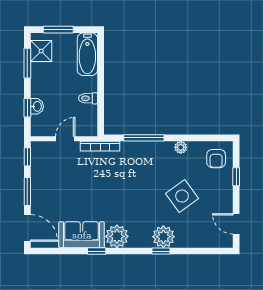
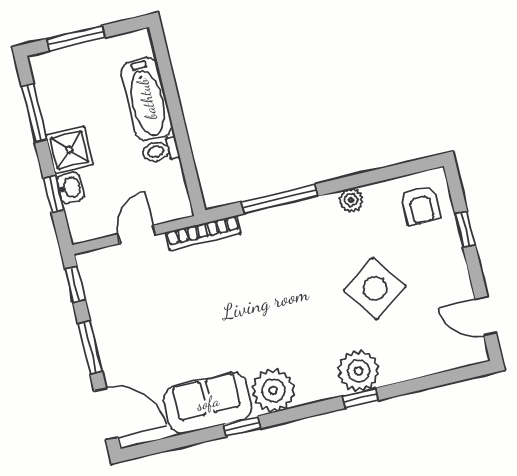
shower: (41, 51) -> (70, 150), moved
bathtub: (87, 54) -> (147, 99), moved

